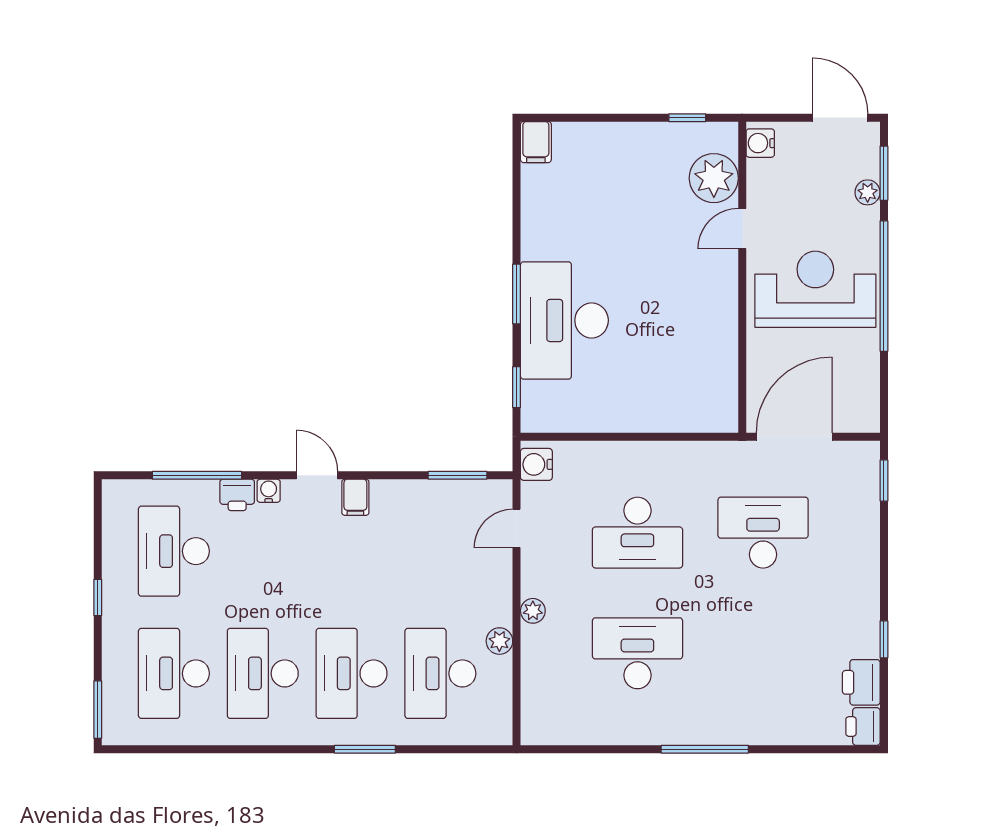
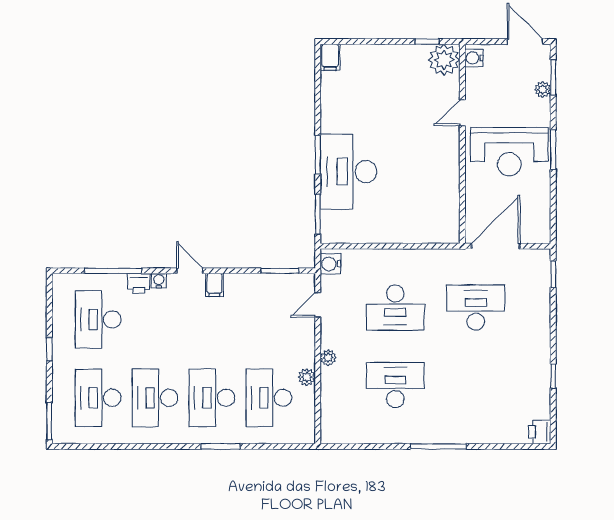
plant: (714, 178) -> (444, 60), moved
window: (884, 286) -> (553, 150), width x0.47
reception desk: (815, 289) -> (509, 152), turned 180
window: (517, 387) -> (318, 214), width x1.50
printer: (861, 682) -> (539, 404), removed

